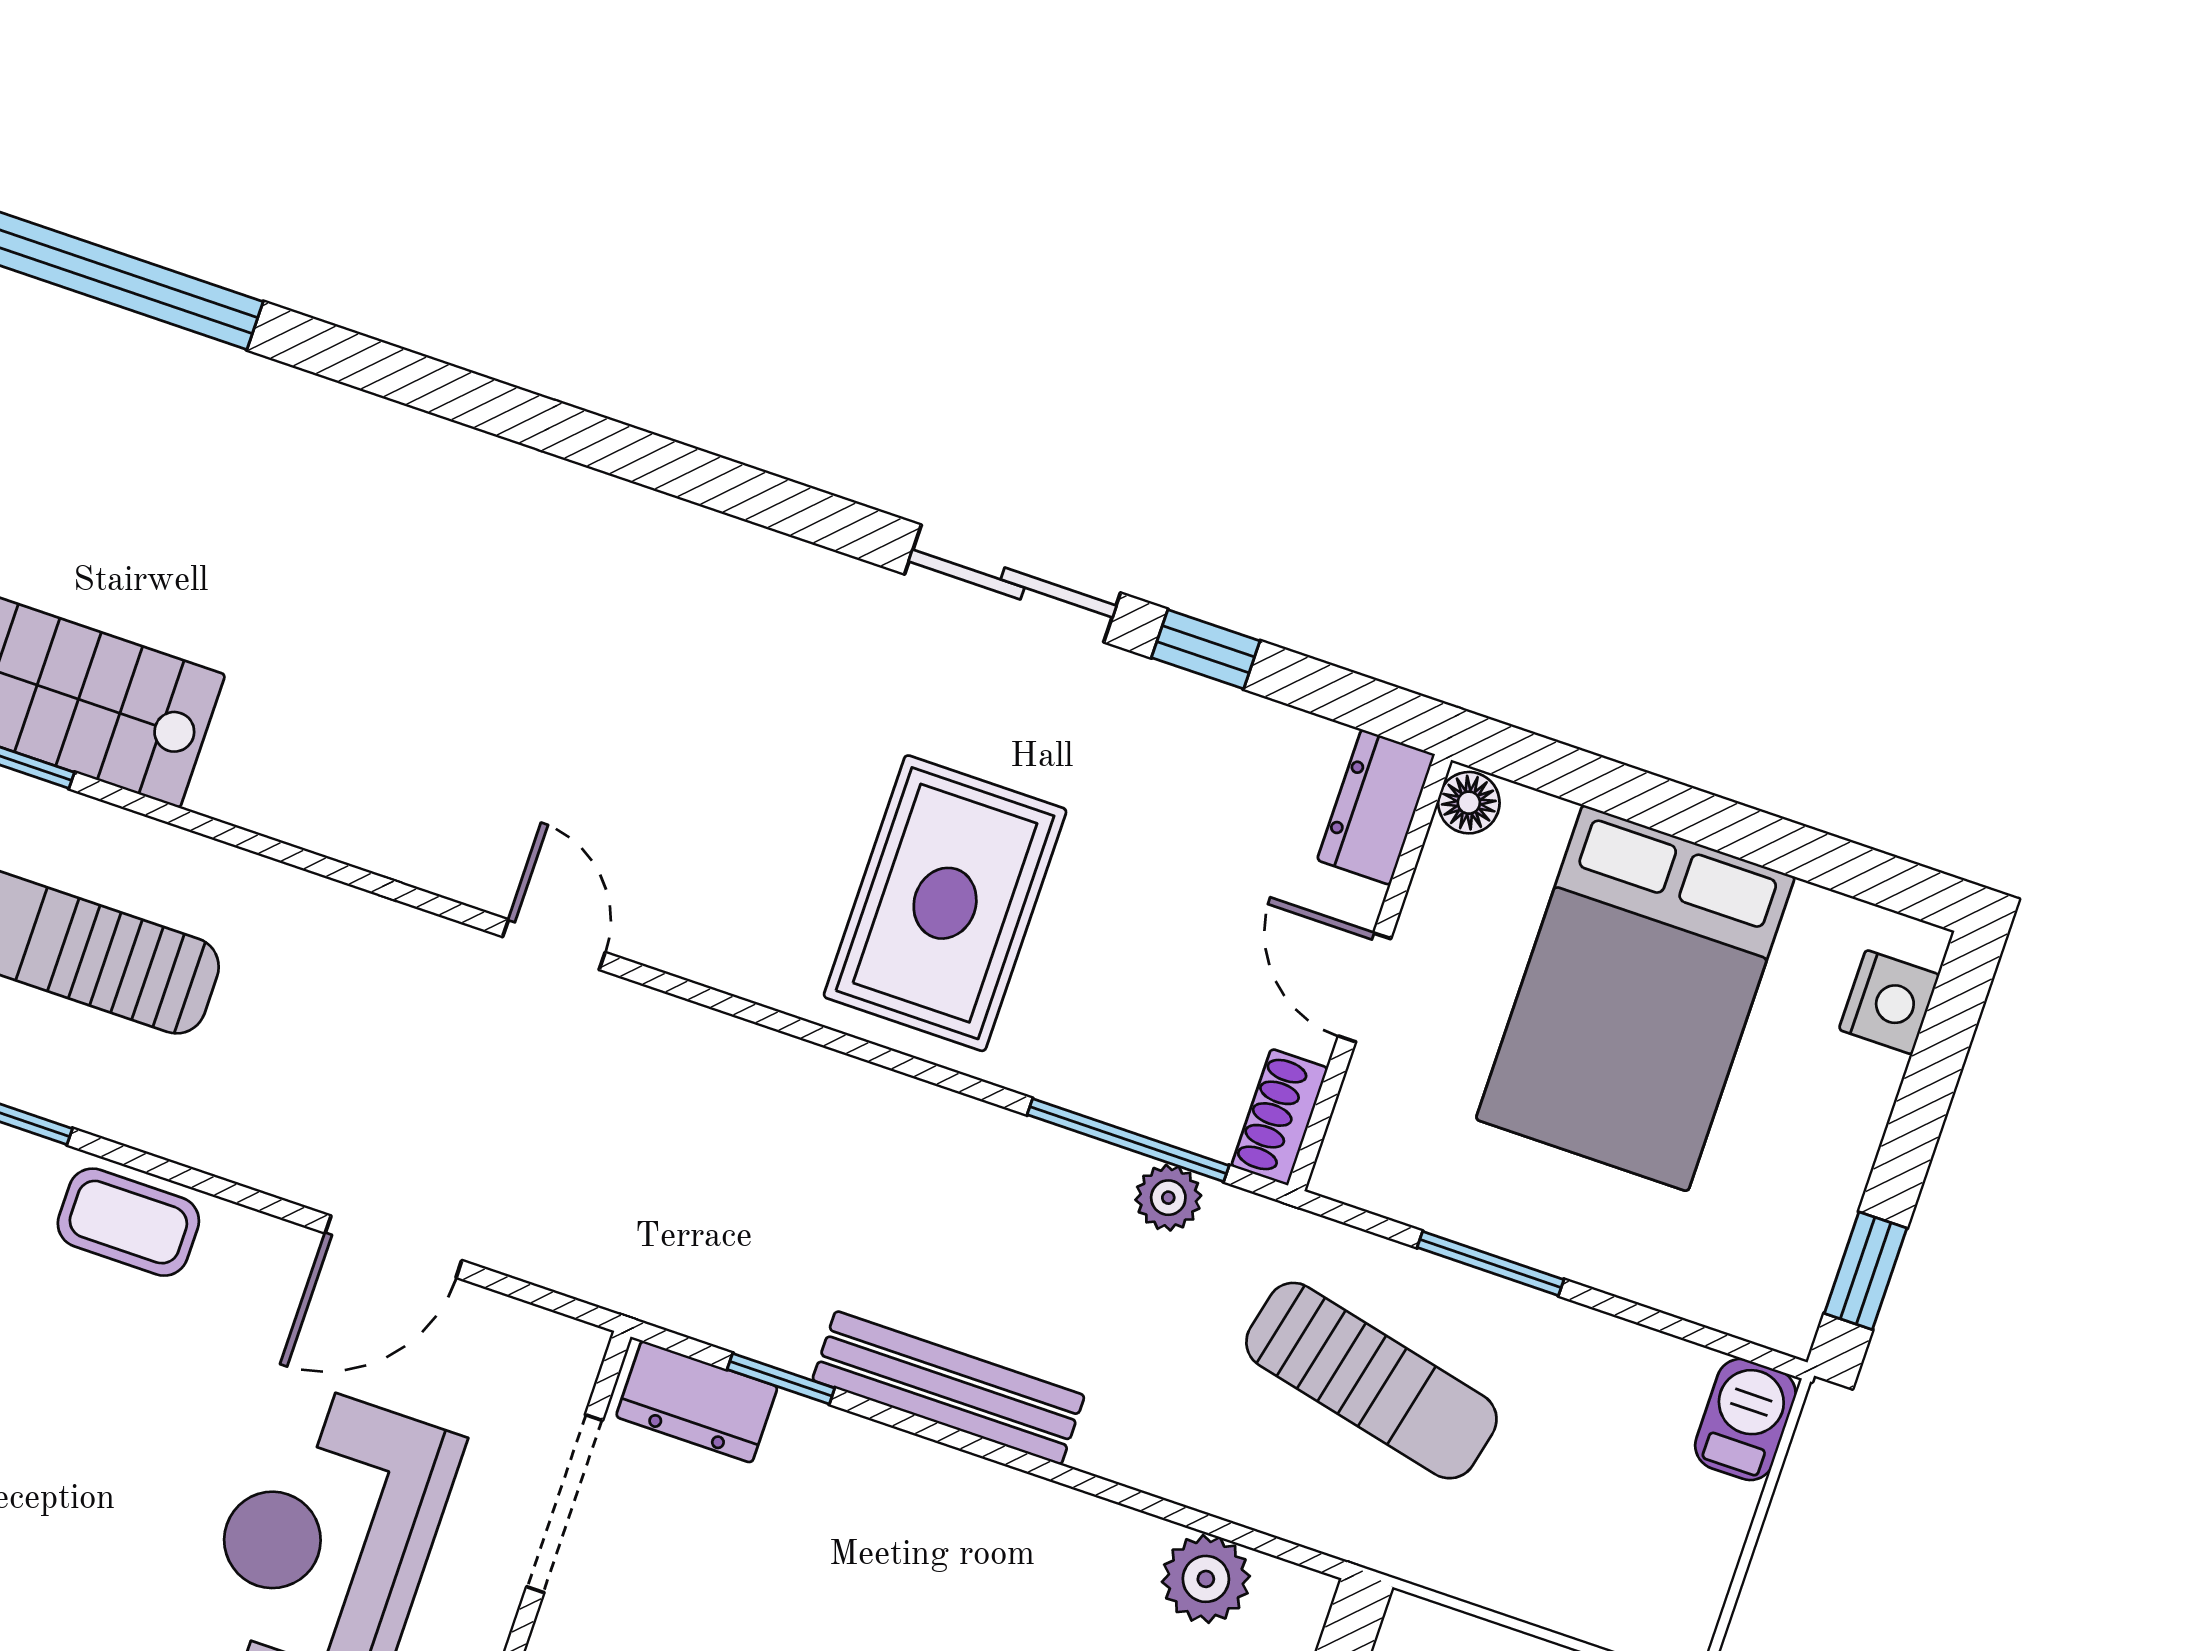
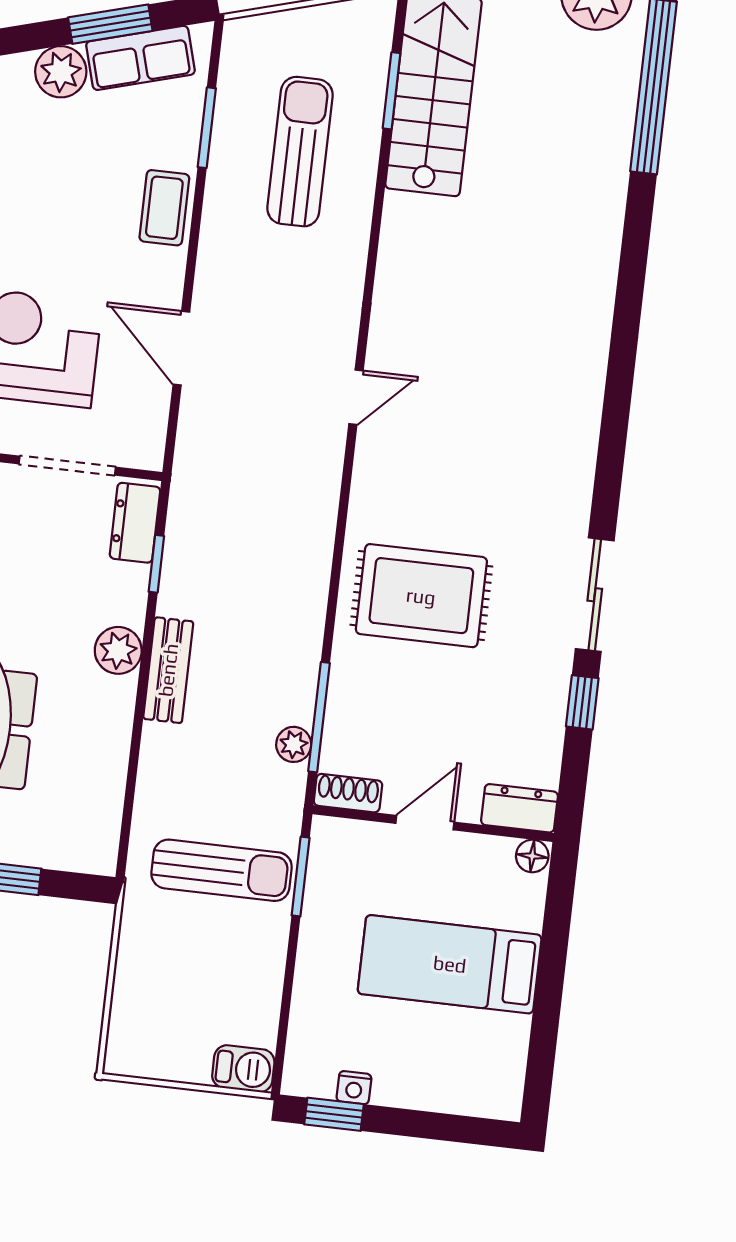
bed: (1635, 998) -> (450, 964), width x0.67
nightstand: (1889, 1002) -> (354, 1088), moved, width x0.72, depth x0.74
window: (1491, 1263) -> (301, 877), moved
sun lounger: (1371, 1381) -> (222, 870), turned -103
bench: (948, 1388) -> (168, 670), width x0.73
plant: (1206, 1579) -> (118, 650), moved

